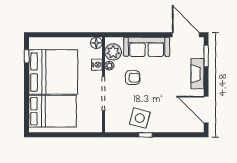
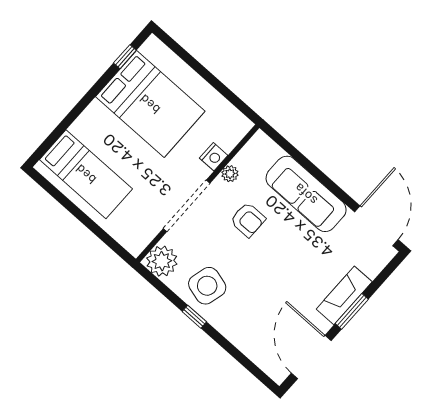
floor lamp: (96, 43) -> (240, 125), removed
plant: (113, 52) -> (162, 261), moved
window: (206, 56) -> (352, 311), moved
bed: (53, 72) -> (150, 104), width x0.73
bed: (53, 111) -> (86, 174), width x0.67

